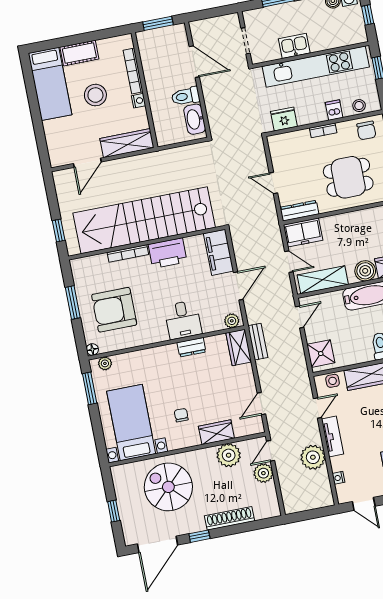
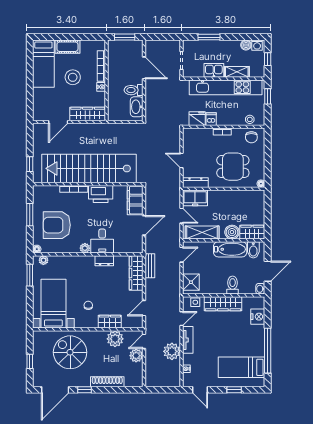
shelving: (327, 42) -> (237, 72), added
dishwasher: (334, 110) -> (211, 119), moved
plant: (232, 321) -> (85, 248), moved
wardrobe: (239, 347) -> (136, 273), width x1.50

